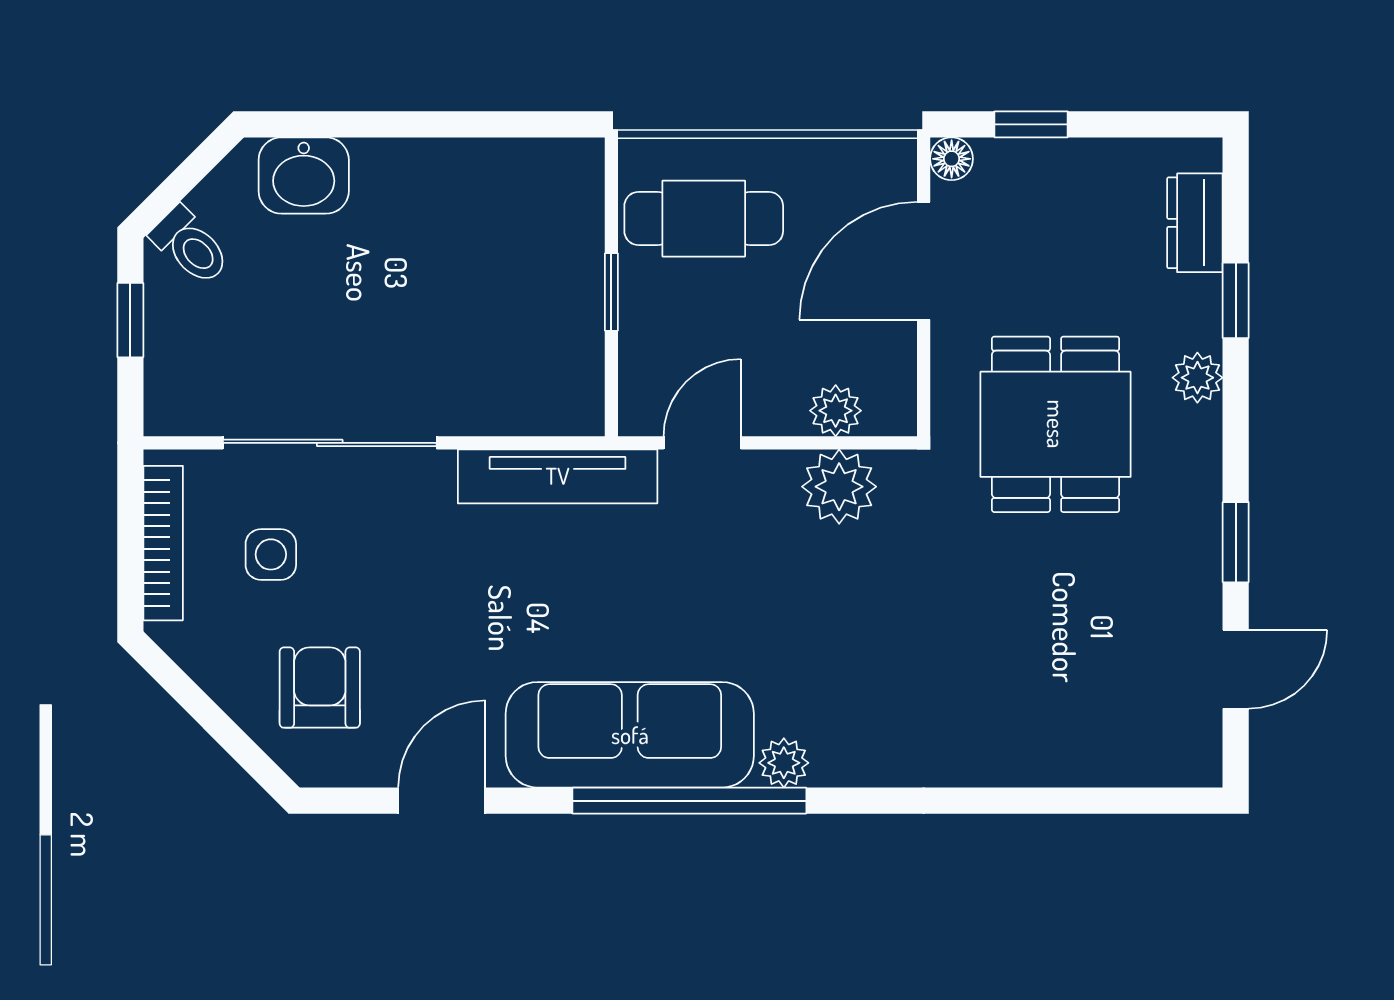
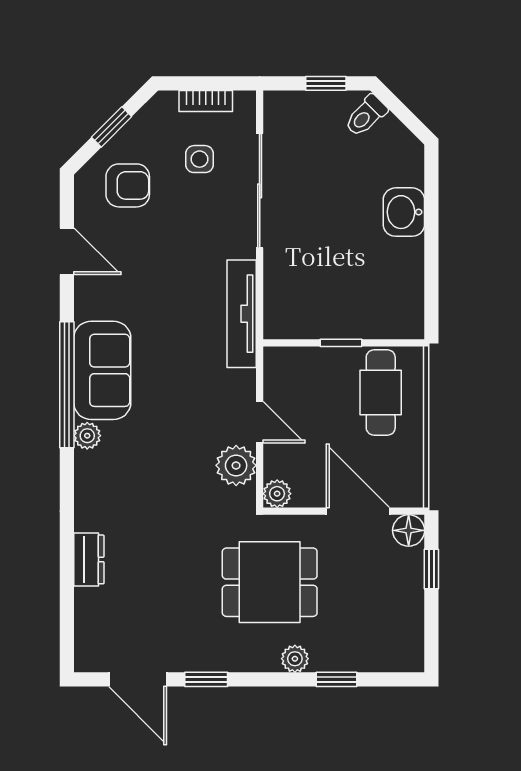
floor lamp: (952, 159) -> (409, 530), width x1.37, depth x1.37
washbasin: (304, 175) -> (404, 212), moved
dresser: (1195, 223) -> (89, 559), moved, turned 90
plant: (836, 411) -> (277, 494), moved
door: (702, 443) -> (260, 422), moved
bookcase: (163, 543) -> (206, 101), width x0.64
door: (1236, 669) -> (138, 679), width x1.37
window: (211, 718) -> (112, 127), added
sofa: (630, 735) -> (102, 370), width x0.73

